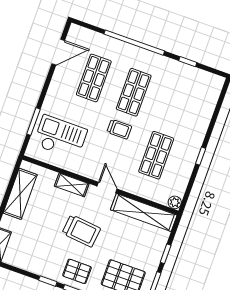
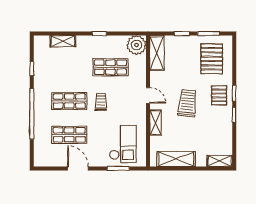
door: (58, 52) -> (78, 168), moved
shelving: (207, 110) -> (63, 41), added
checkout: (60, 137) -> (123, 144), turned 180
door: (107, 188) -> (148, 95), swing flipped
plant: (175, 202) -> (136, 45), width x1.87, depth x1.87
shelving: (144, 212) -> (157, 53), width x0.68

